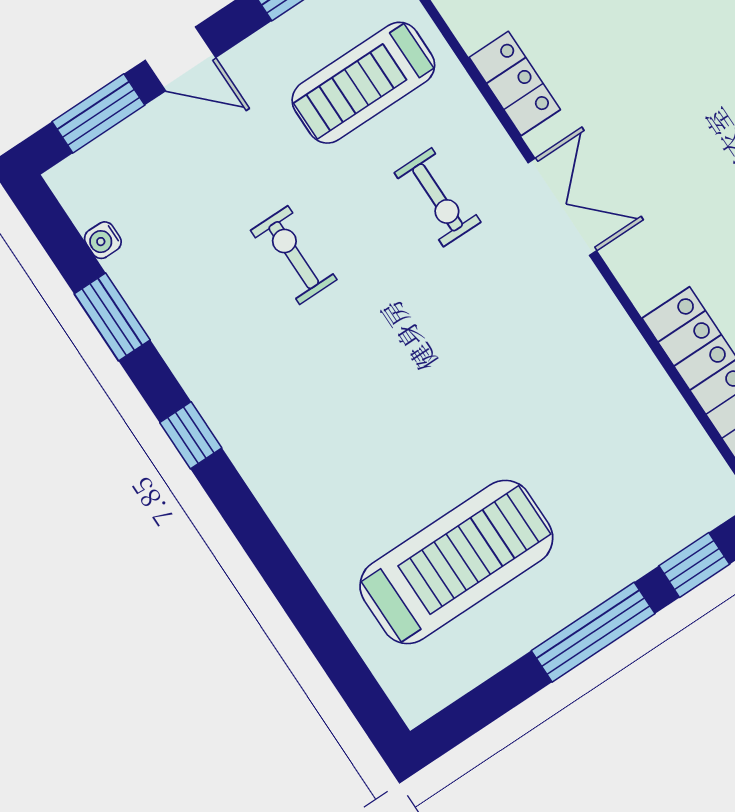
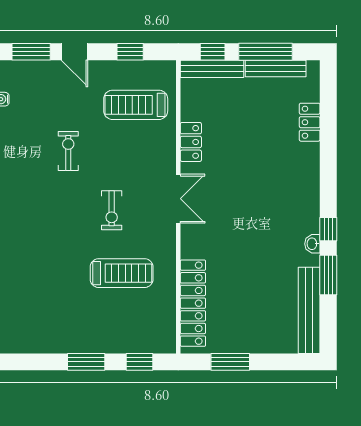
exercise bike: (438, 197) -> (112, 210), moved
treadmill: (456, 562) -> (122, 273), moved, width x0.73, depth x0.73
window: (593, 632) -> (86, 362), width x0.69

